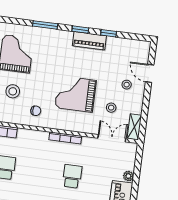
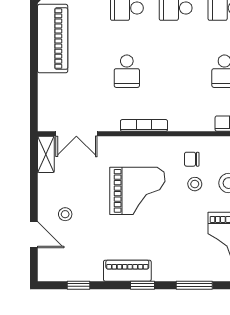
window: (109, 33) -> (78, 285), moved
stool: (111, 108) -> (195, 184), moved
plant: (128, 176) -> (45, 82), removed

